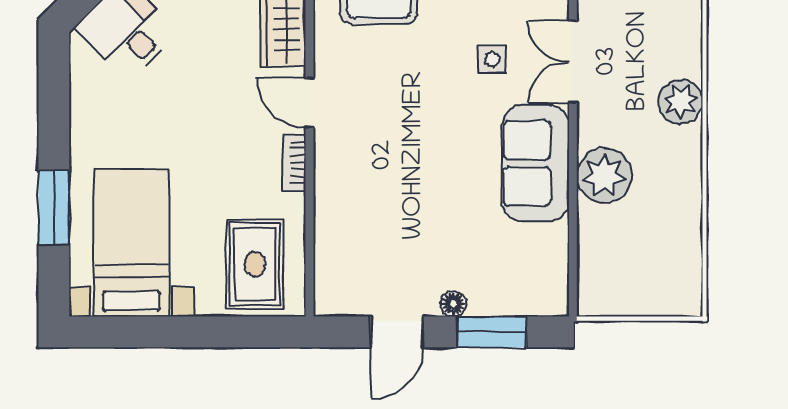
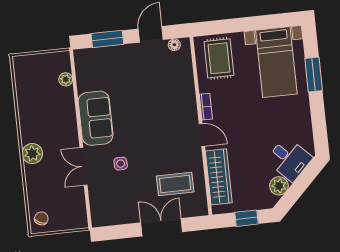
double door: (573, 62) -> (84, 166), swing flipped
plant: (604, 175) -> (66, 79), moved, width x0.53, depth x0.53
floor lamp: (453, 304) -> (174, 45), moved

